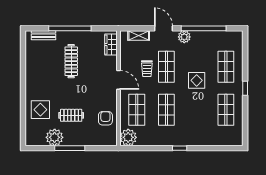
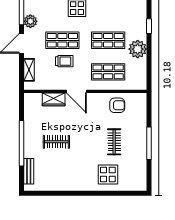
wardrobe: (111, 45) -> (54, 99), moved
clothes rail: (71, 61) -> (56, 142), width x0.73
door: (118, 80) -> (76, 91), swing flipped
armchair: (105, 118) -> (117, 105), turned 180
plant: (55, 137) -> (138, 160), removed
plant: (128, 137) -> (138, 49), moved

